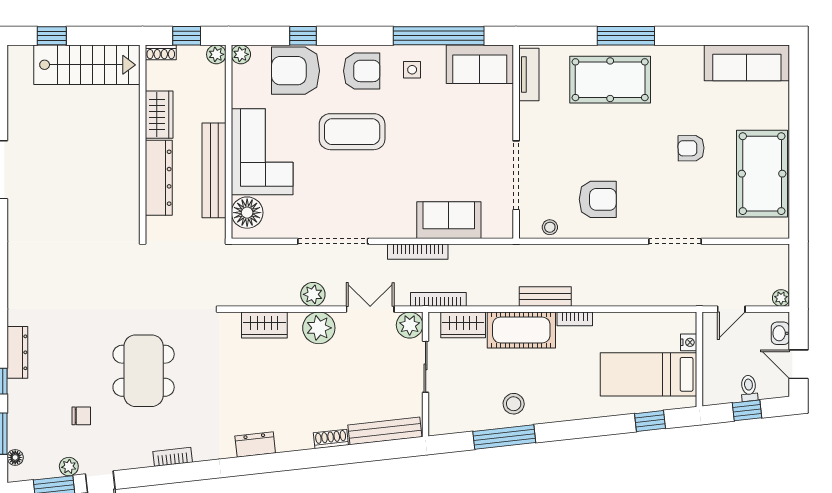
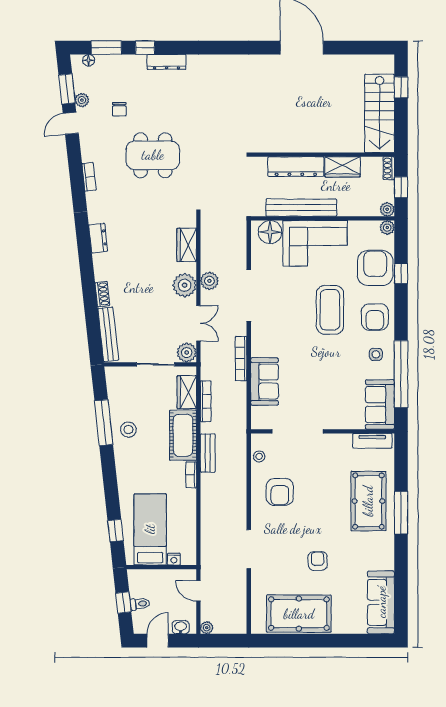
bookcase: (438, 299) -> (206, 401), moved

